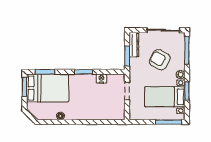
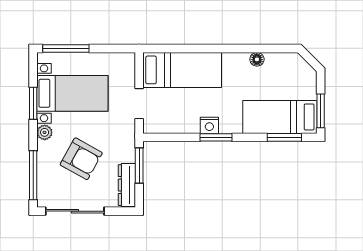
nightstand: (101, 79) -> (209, 125), moved
bed: (48, 88) -> (280, 117), width x0.67
bed: (103, 110) -> (182, 70), added

